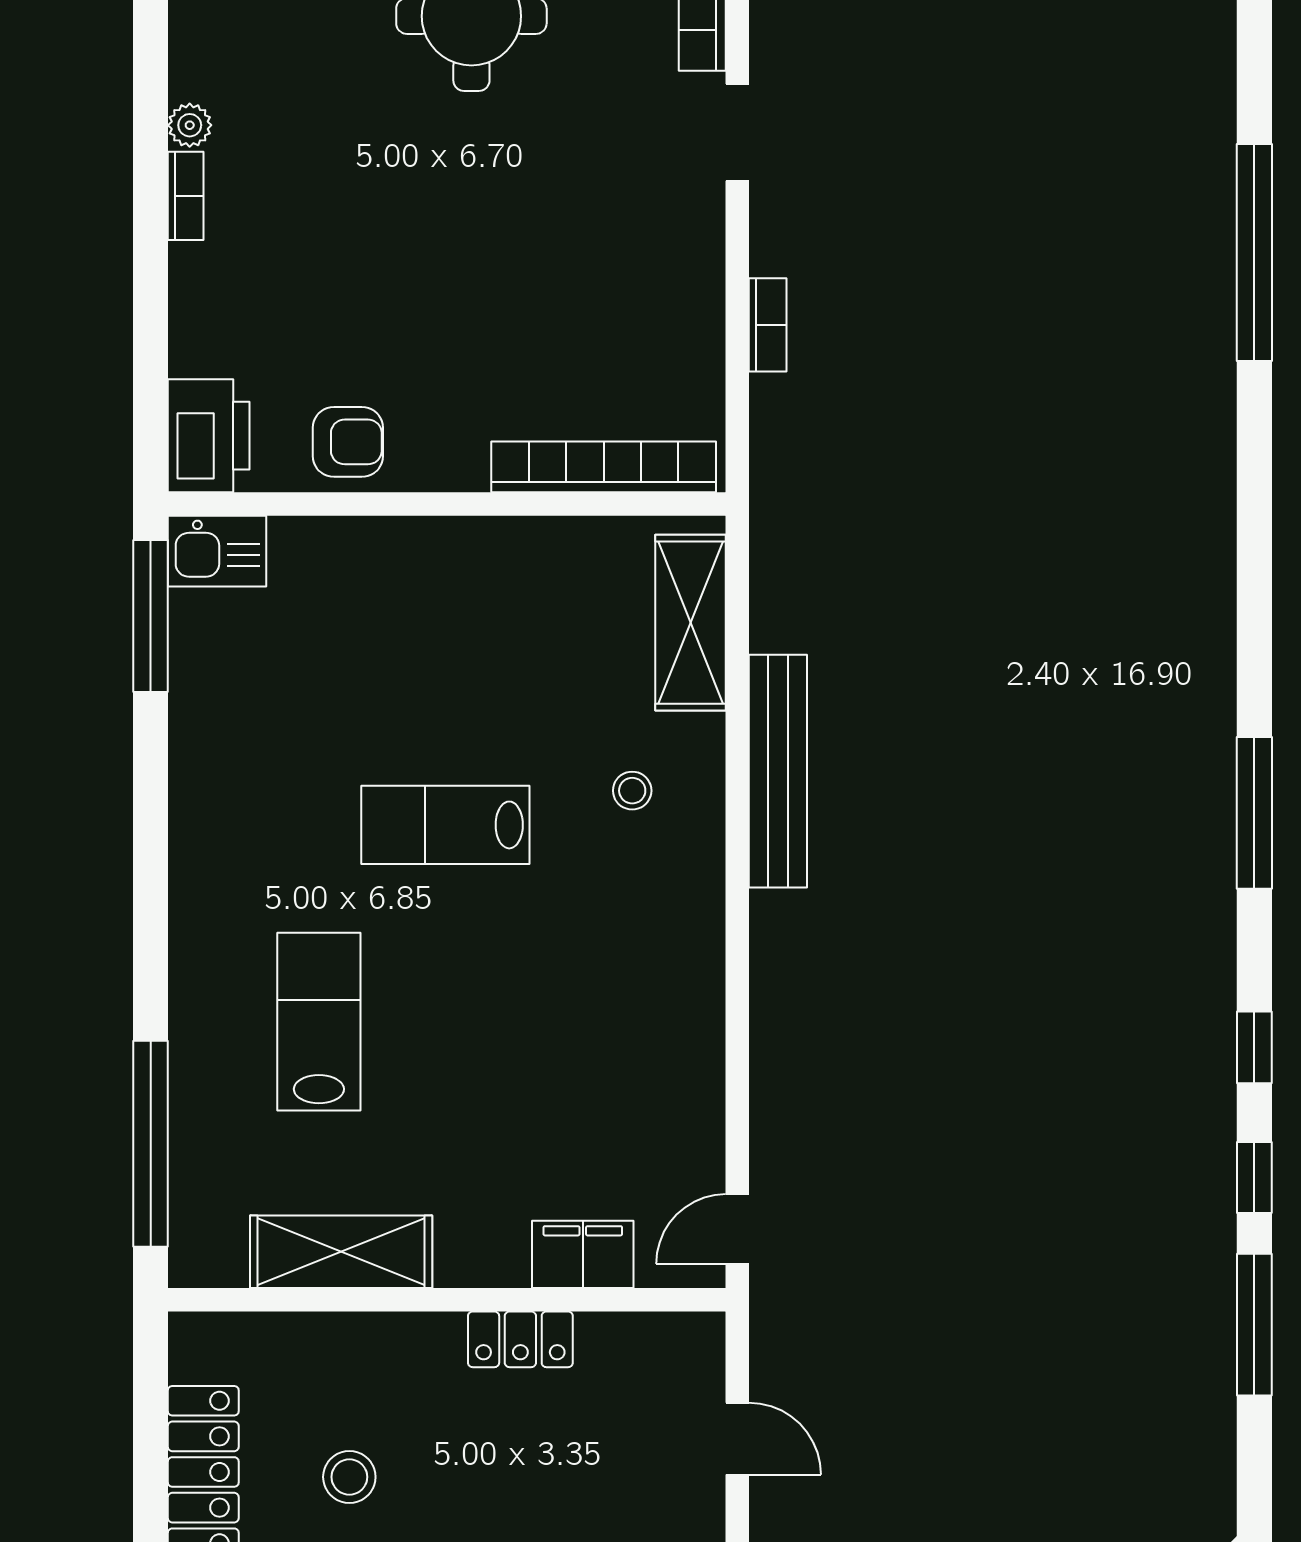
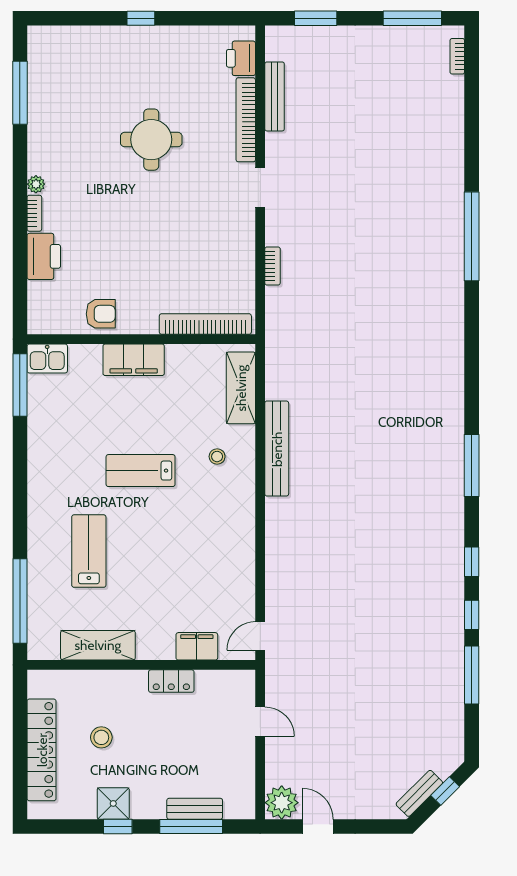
printer: (209, 436) -> (44, 256), moved
filing cabinet: (428, 554) -> (134, 360), added

